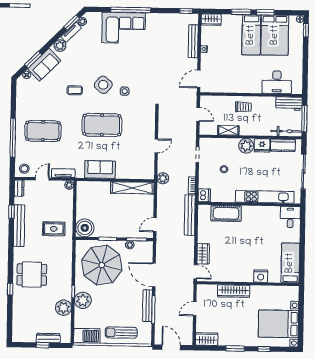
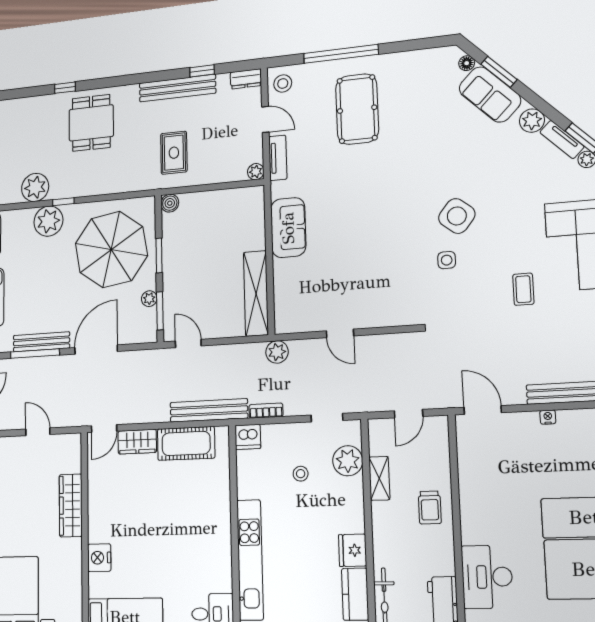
coffee table: (75, 90) -> (523, 289), moved
pool table: (102, 125) -> (375, 222), removed
plant: (246, 146) -> (348, 461), moved
cot: (226, 213) -> (186, 443), moved, turned 90
boiler: (85, 228) -> (170, 203), width x0.54, depth x0.54

